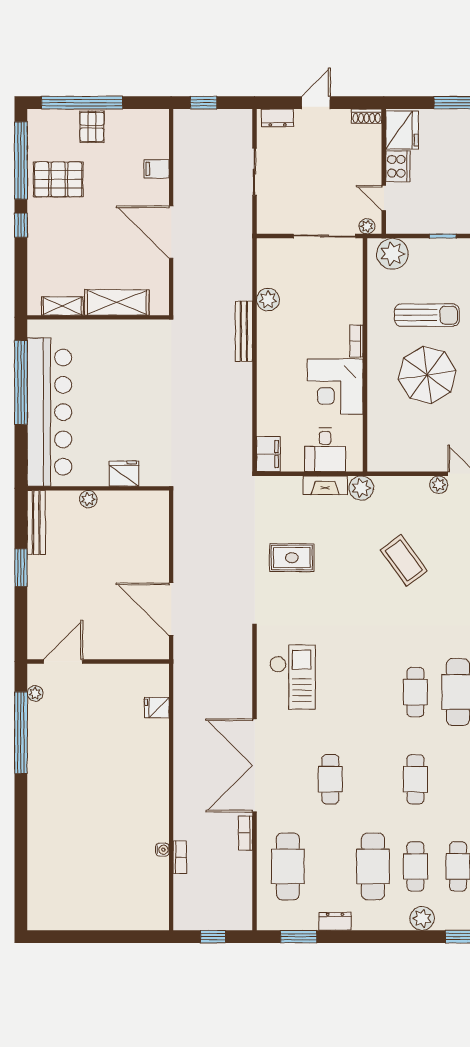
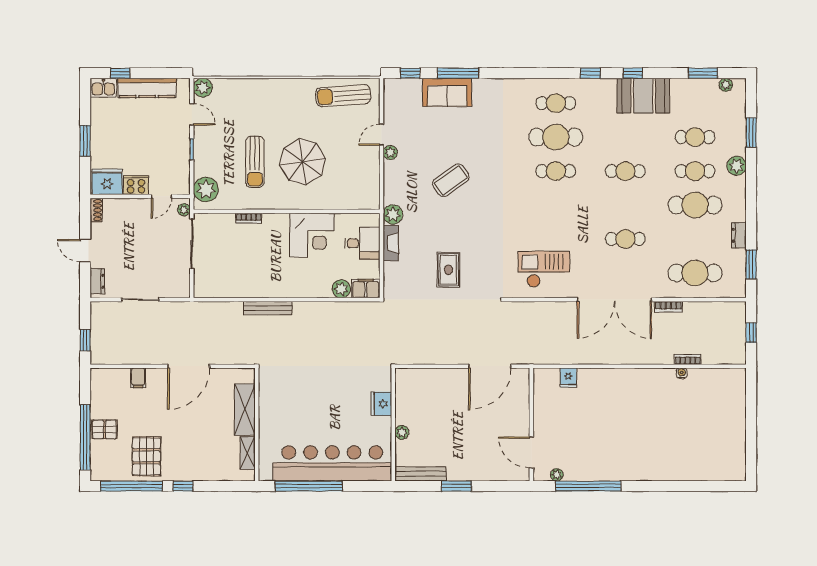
plant: (268, 300) -> (341, 289), moved
sun lounger: (427, 315) -> (255, 162), turned 180
bookcase: (356, 341) -> (249, 218), moved

